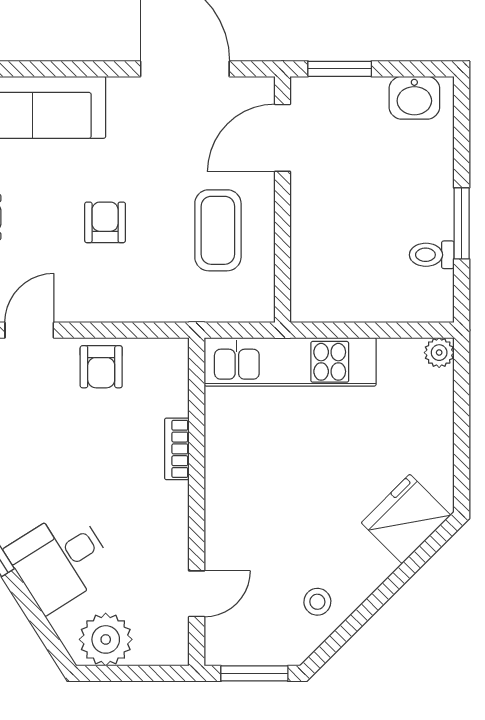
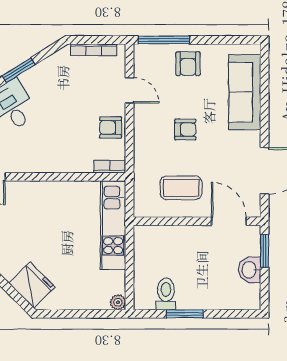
washbasin: (414, 98) -> (250, 270), moved
toilet: (432, 255) -> (166, 294), width x1.37, depth x1.39
bookcase: (177, 449) -> (110, 167), moved

